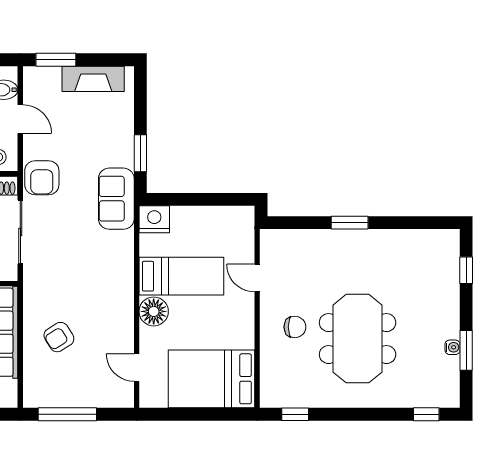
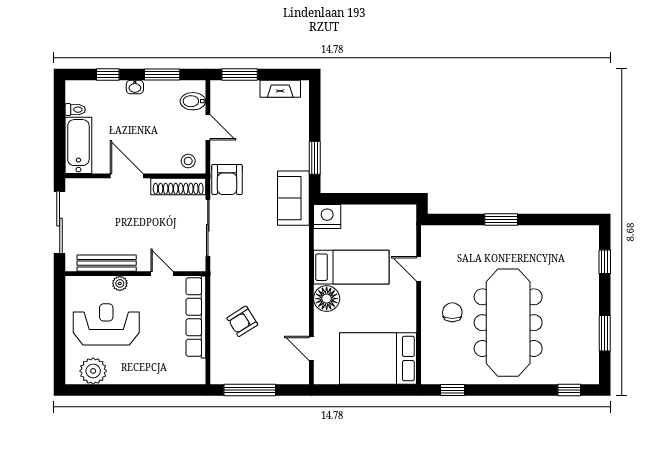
fireplace: (93, 79) -> (280, 89), width x0.73, depth x0.76
chair: (295, 327) -> (452, 312), turned -90
meeting table: (358, 339) -> (508, 323), width x1.36
water cooler: (452, 347) -> (593, 330), removed

